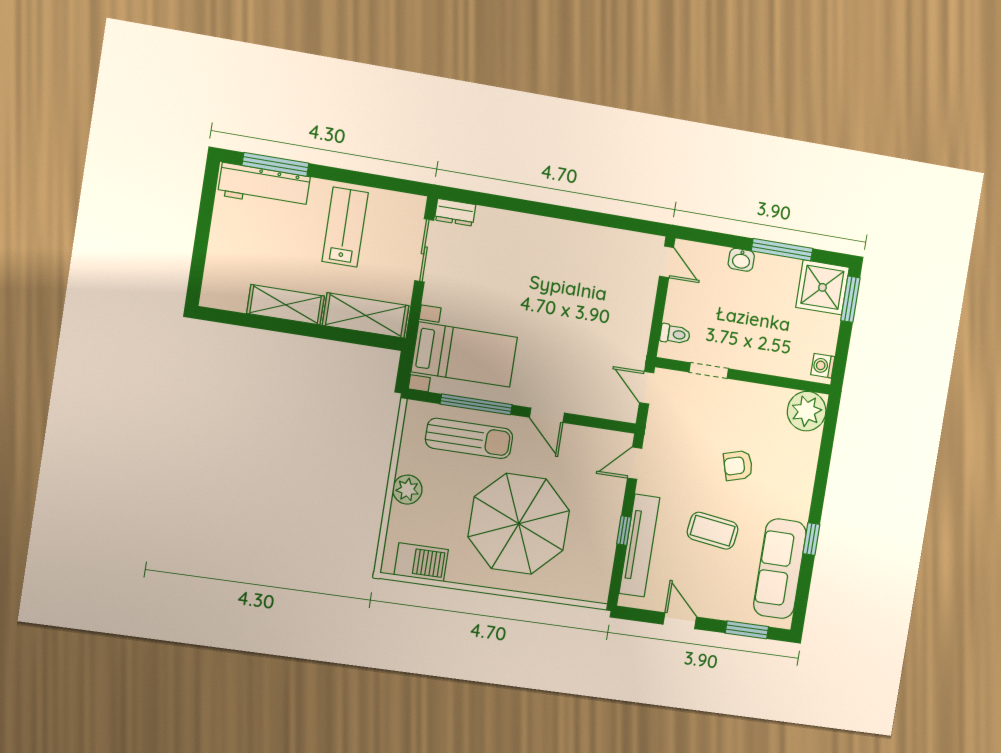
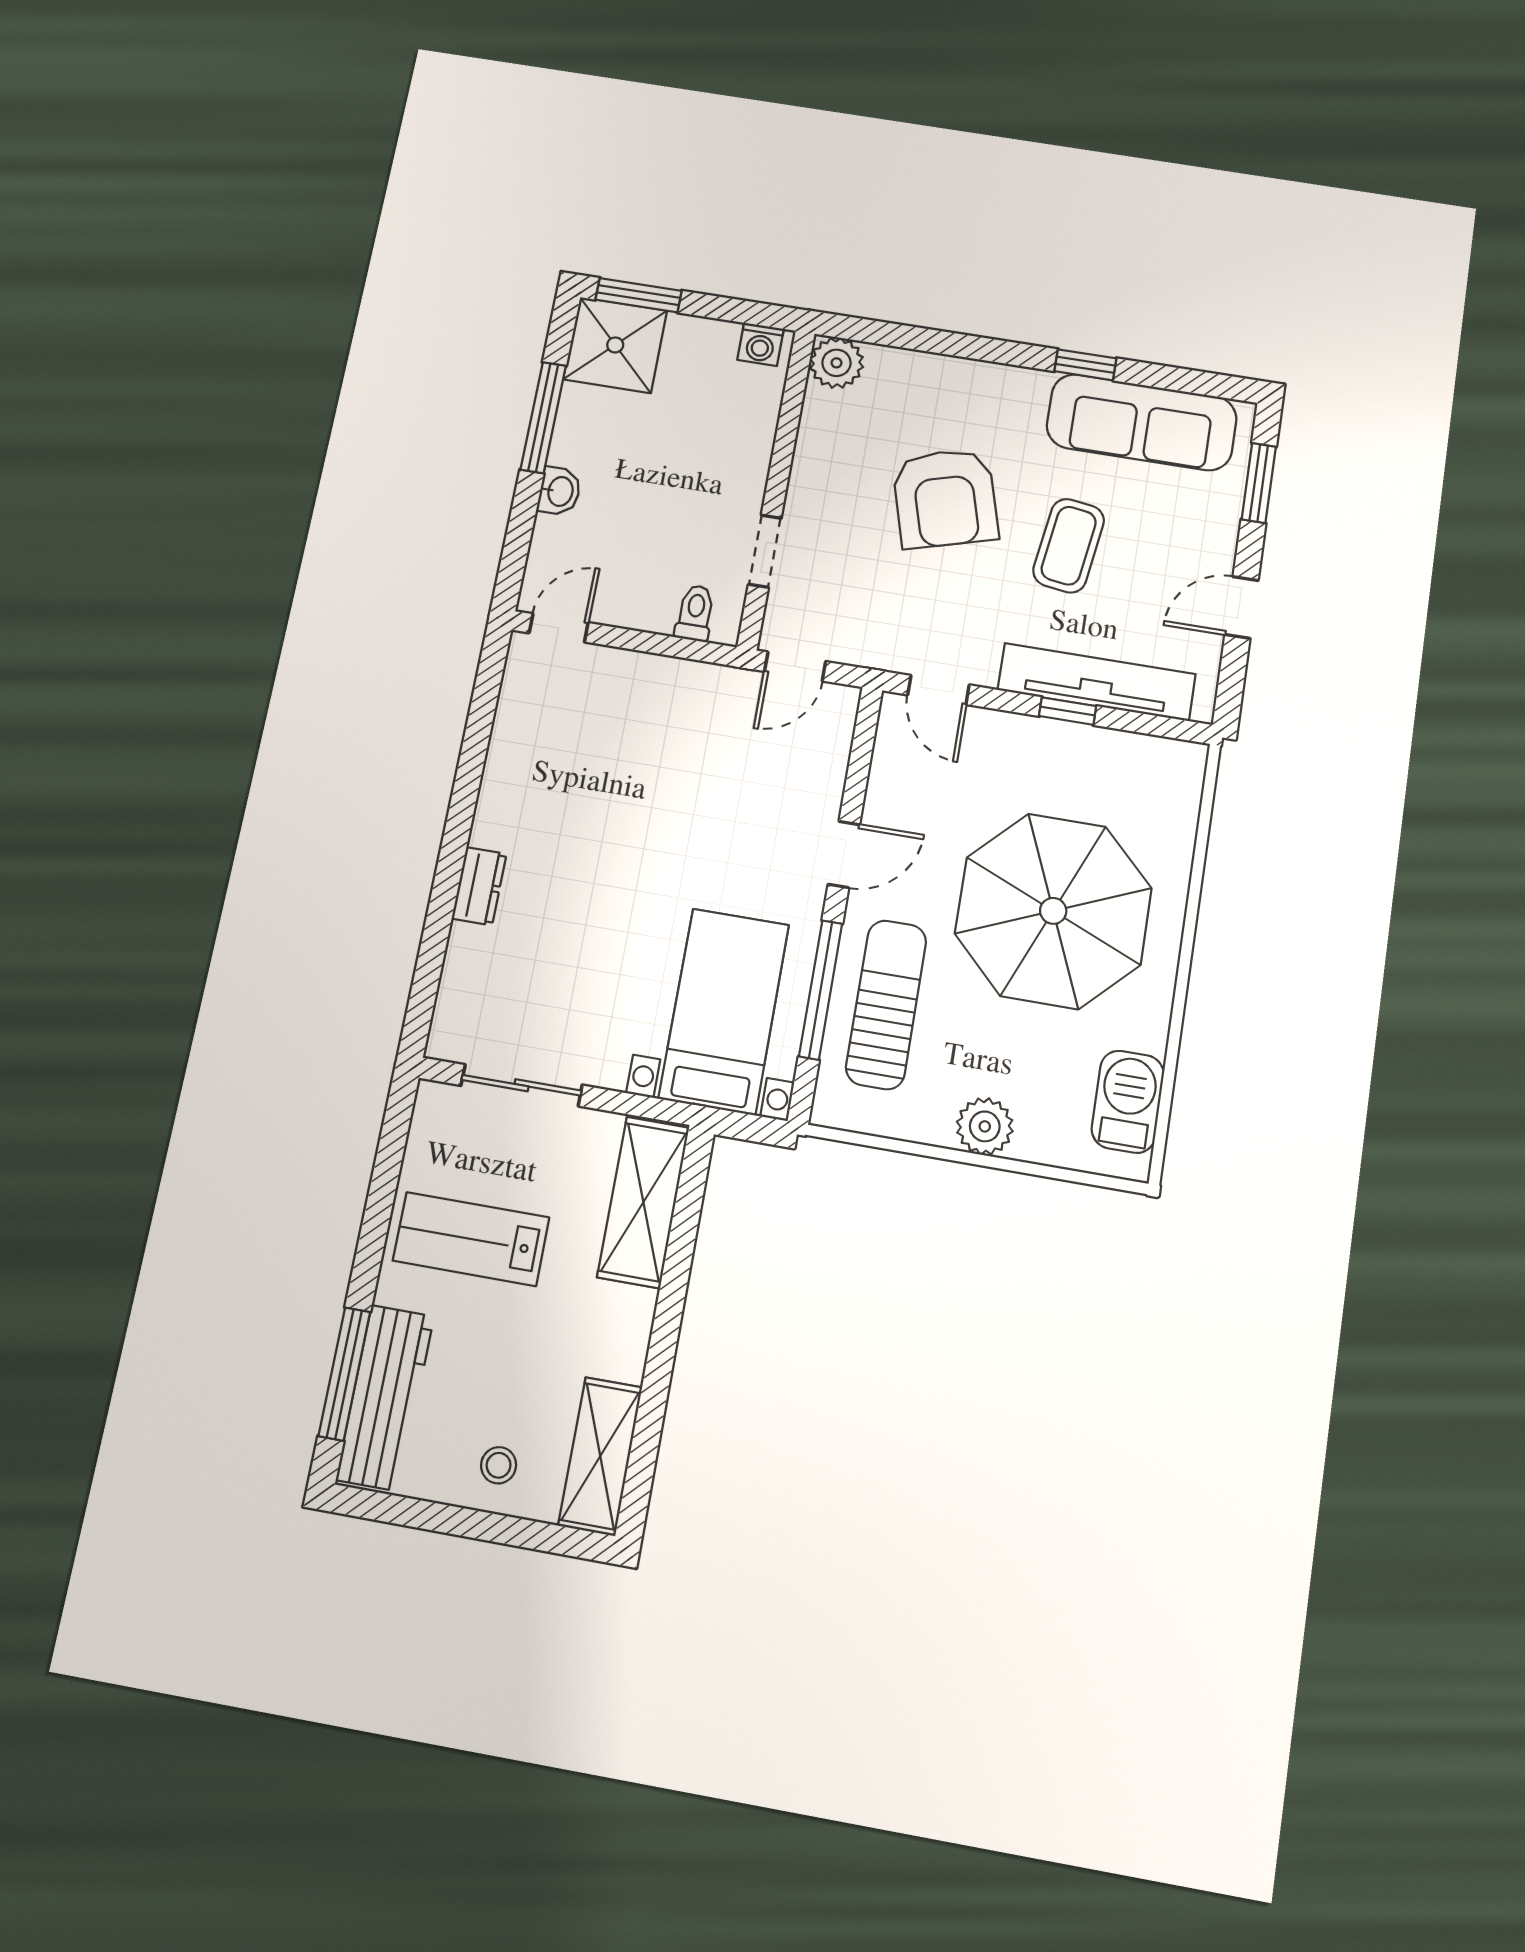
dresser: (455, 212) -> (479, 886), moved
stool: (232, 245) -> (499, 1465), added
shelving: (286, 305) -> (600, 1456), moved
plant: (807, 411) -> (837, 363), width x0.73, depth x0.73
armchair: (738, 465) -> (945, 498), width x1.88, depth x1.88

